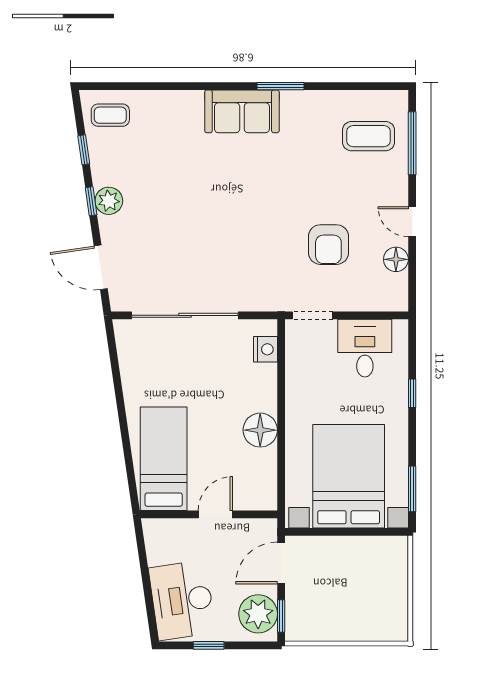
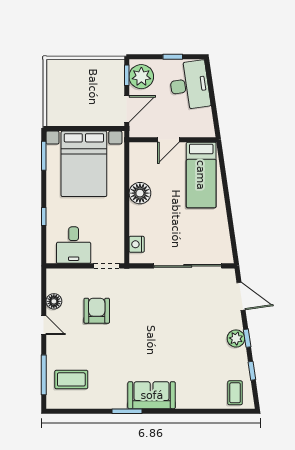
coffee table: (110, 115) -> (235, 393), turned 90

